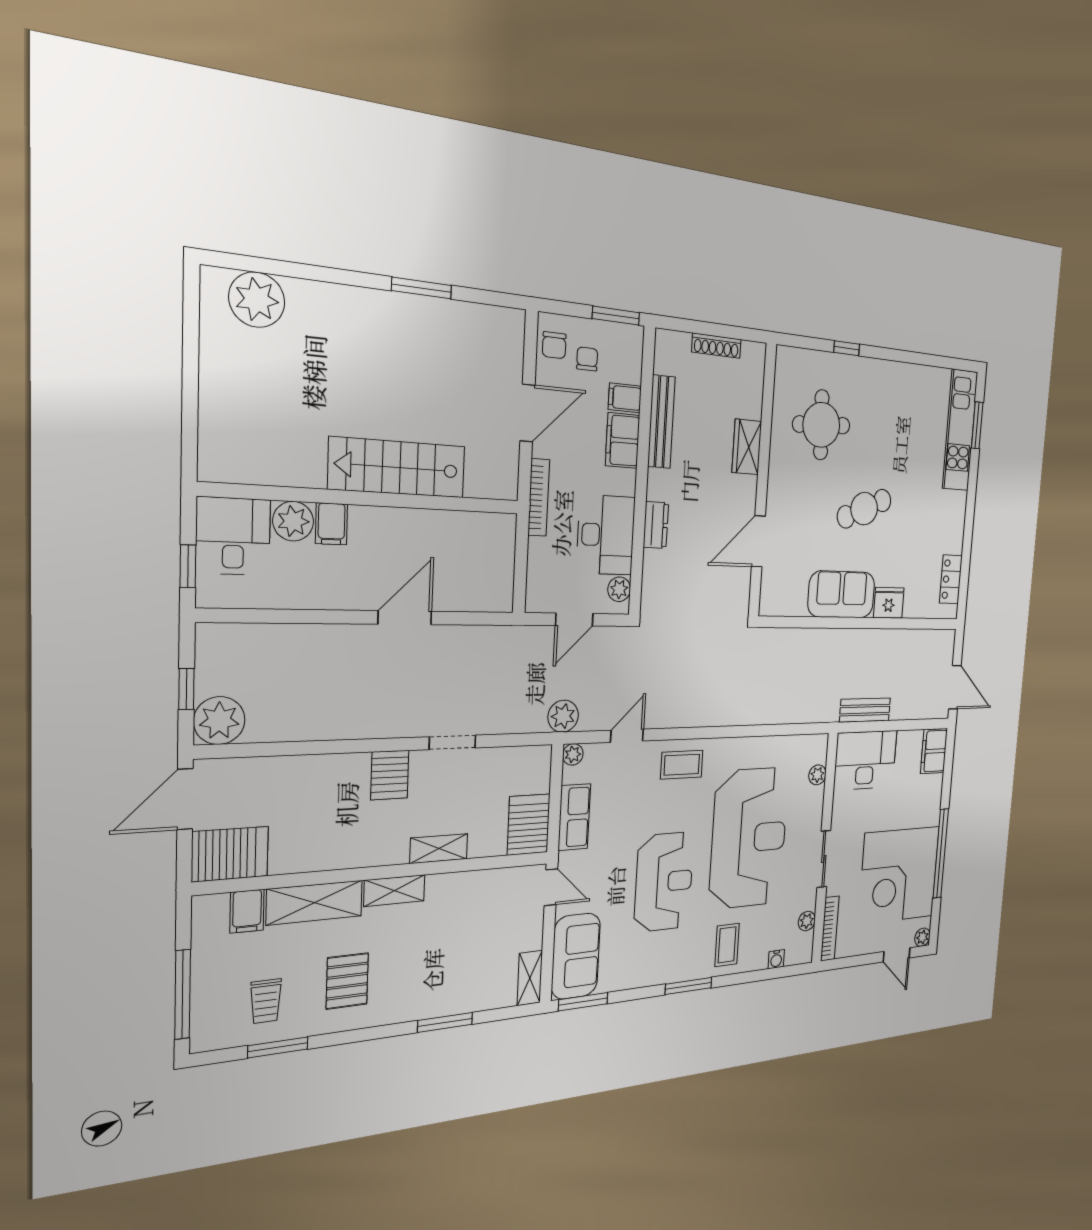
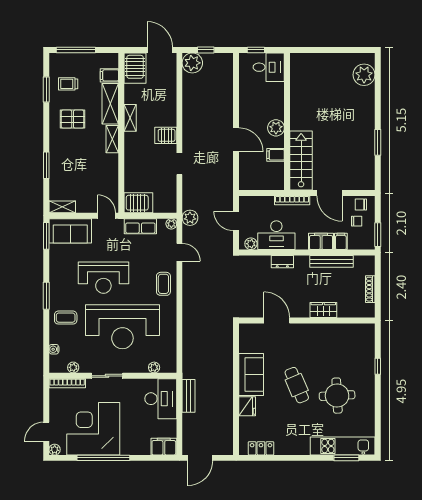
round table: (821, 425) -> (337, 396), moved
stairs: (397, 468) -> (301, 161), moved
plant: (293, 521) -> (276, 128), moved
filing cabinet: (332, 524) -> (276, 155), moved
shelving: (439, 849) -> (130, 118), moved
door: (551, 887) -> (107, 216), swing flipped

